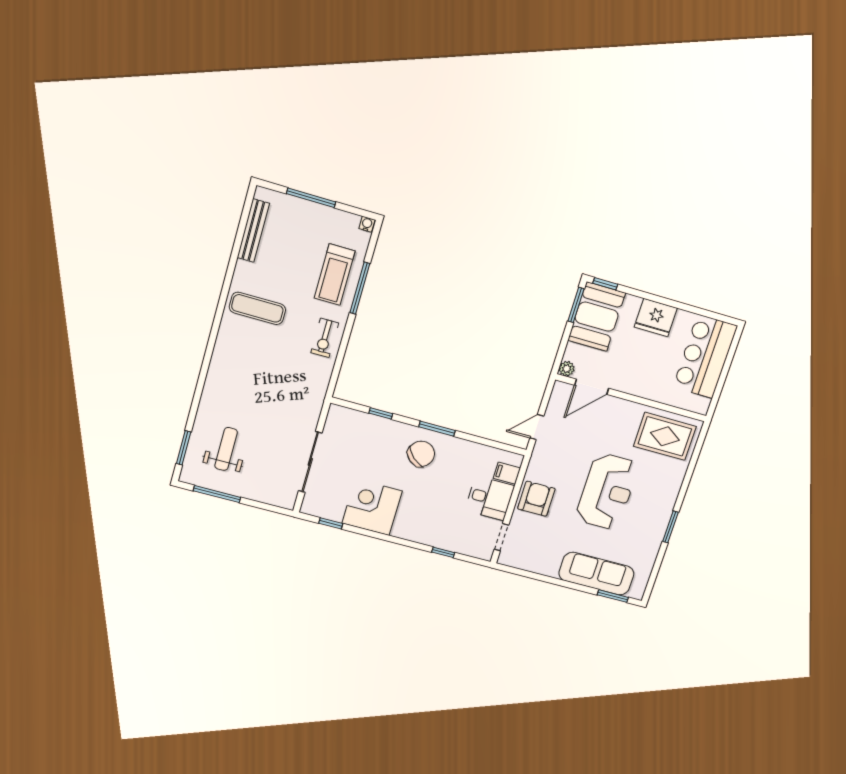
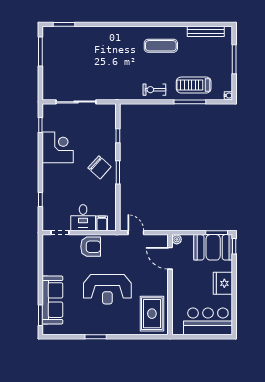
exercise mat: (257, 308) -> (161, 46), turned 90
weight bench: (226, 449) -> (70, 50), removed

